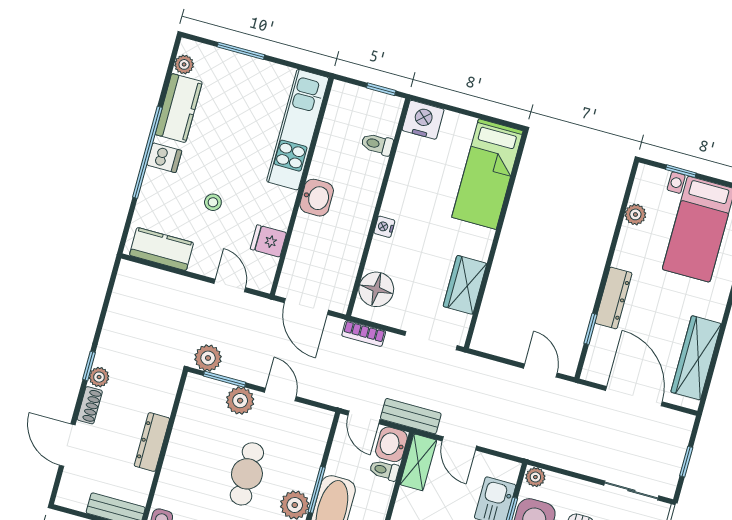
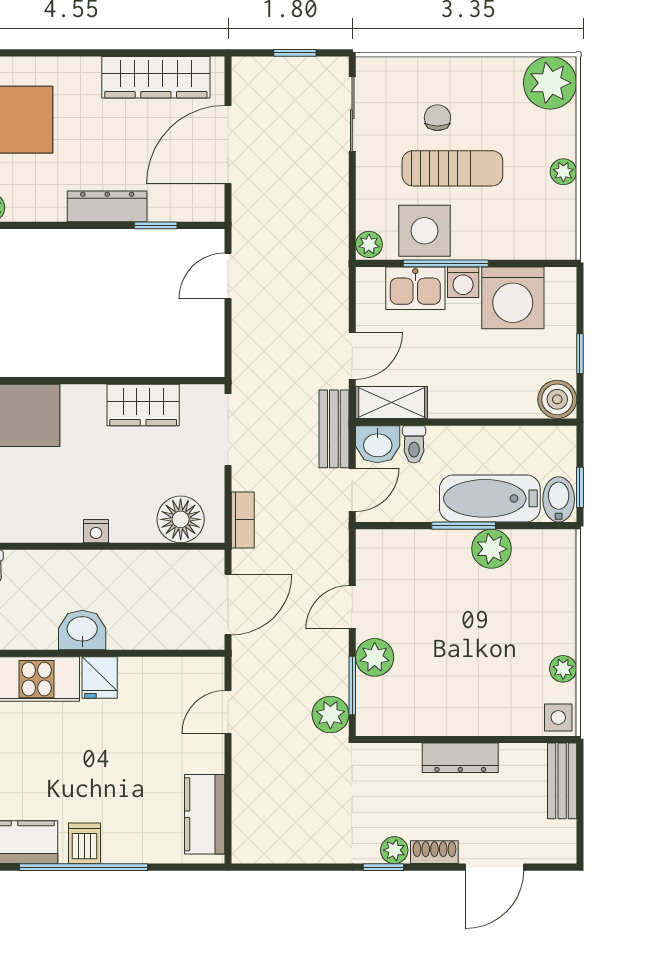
stool: (213, 202) -> (125, 764), removed
fridge: (268, 241) -> (100, 678), moved
cafe table: (247, 474) -> (468, 622), removed

